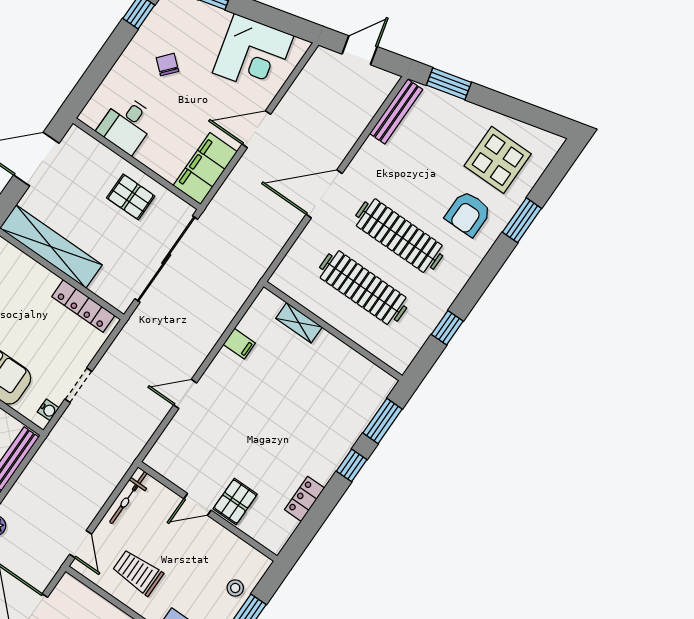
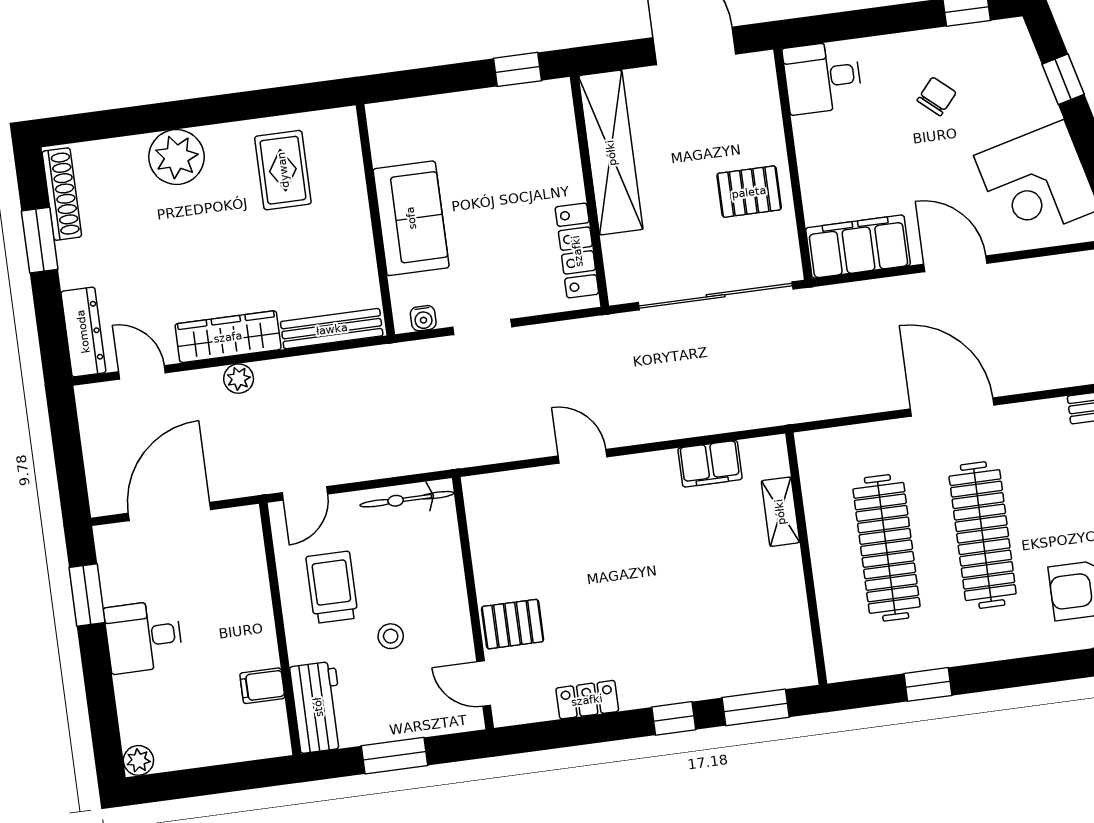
desk: (127, 124) -> (822, 77), moved
pallet: (131, 197) -> (749, 192), turned 90
filing cabinet: (239, 344) -> (710, 464), width x2.00
door: (197, 504) -> (484, 684), moved
stool: (235, 588) -> (391, 636), moved

